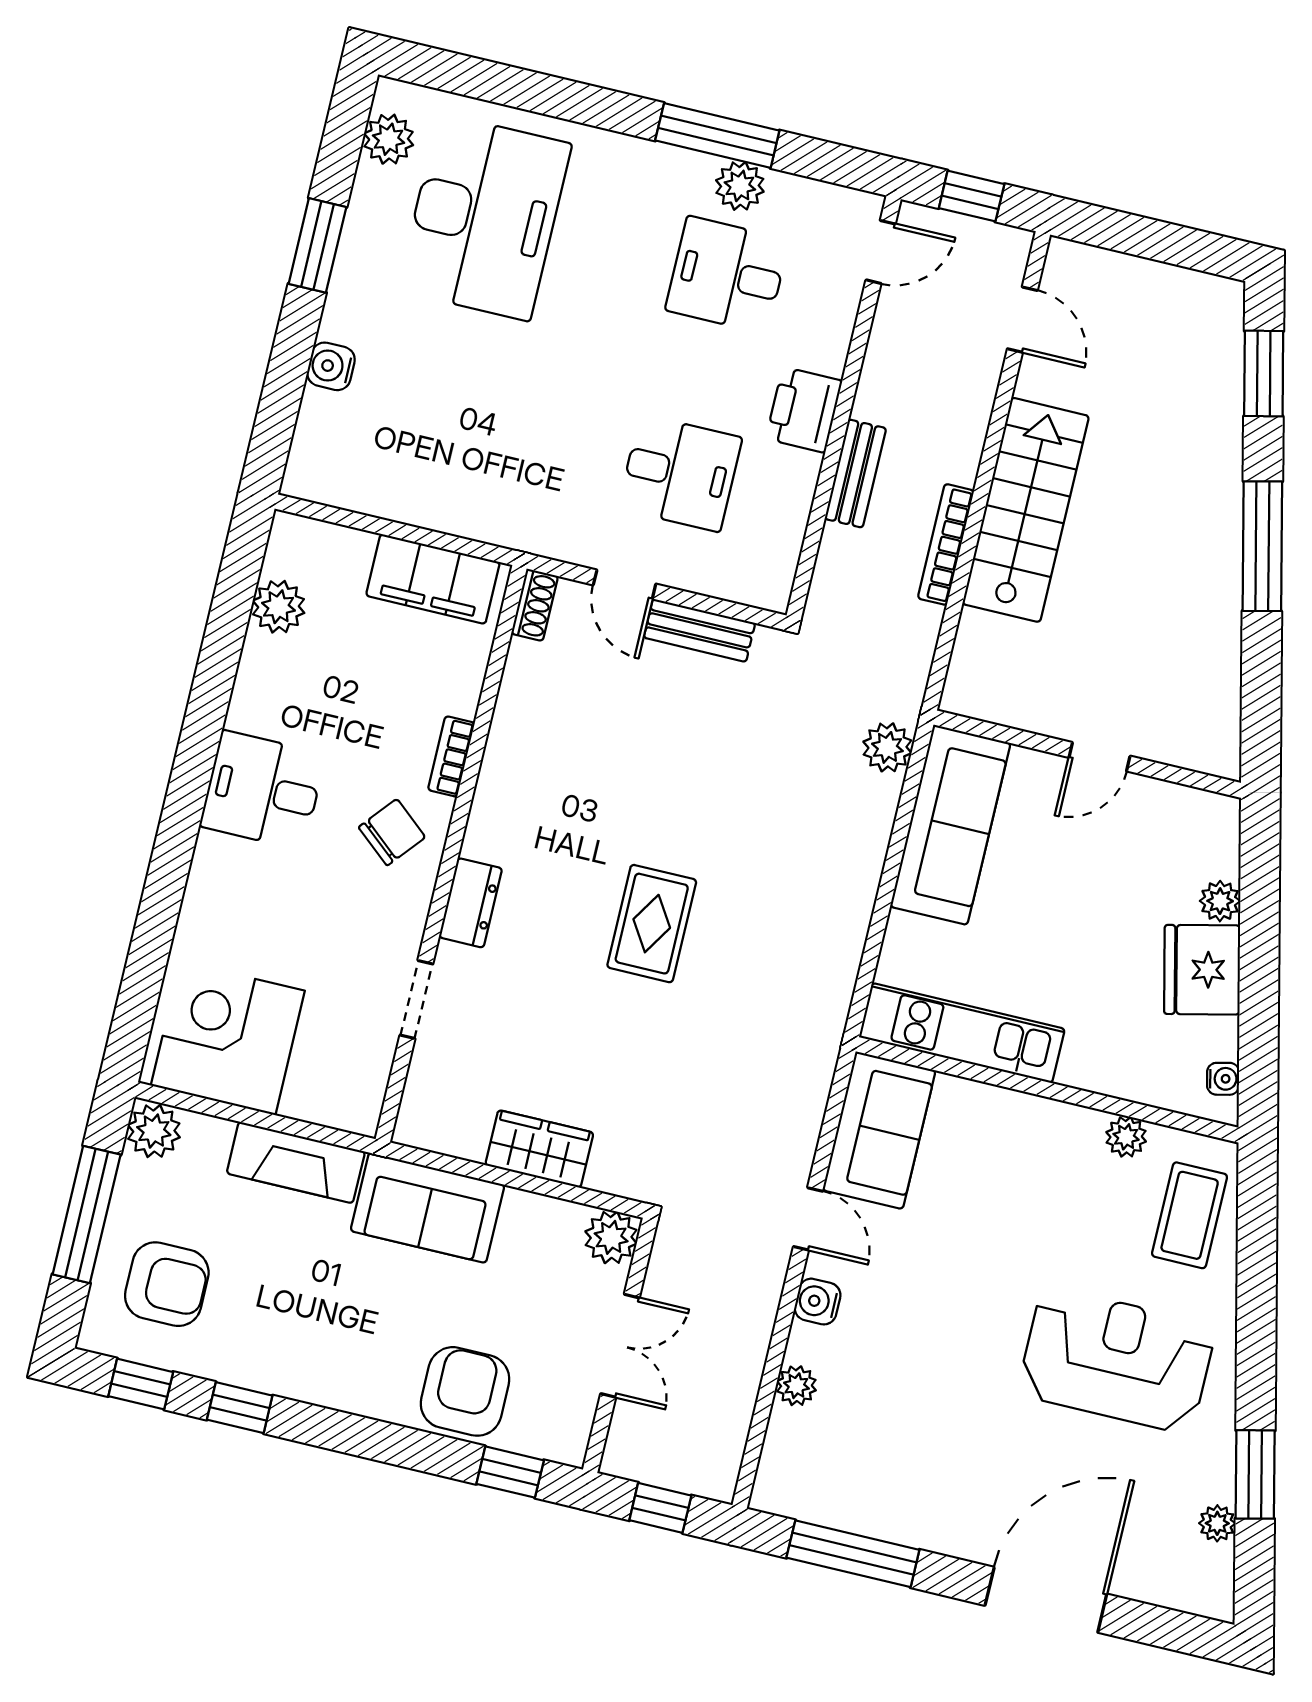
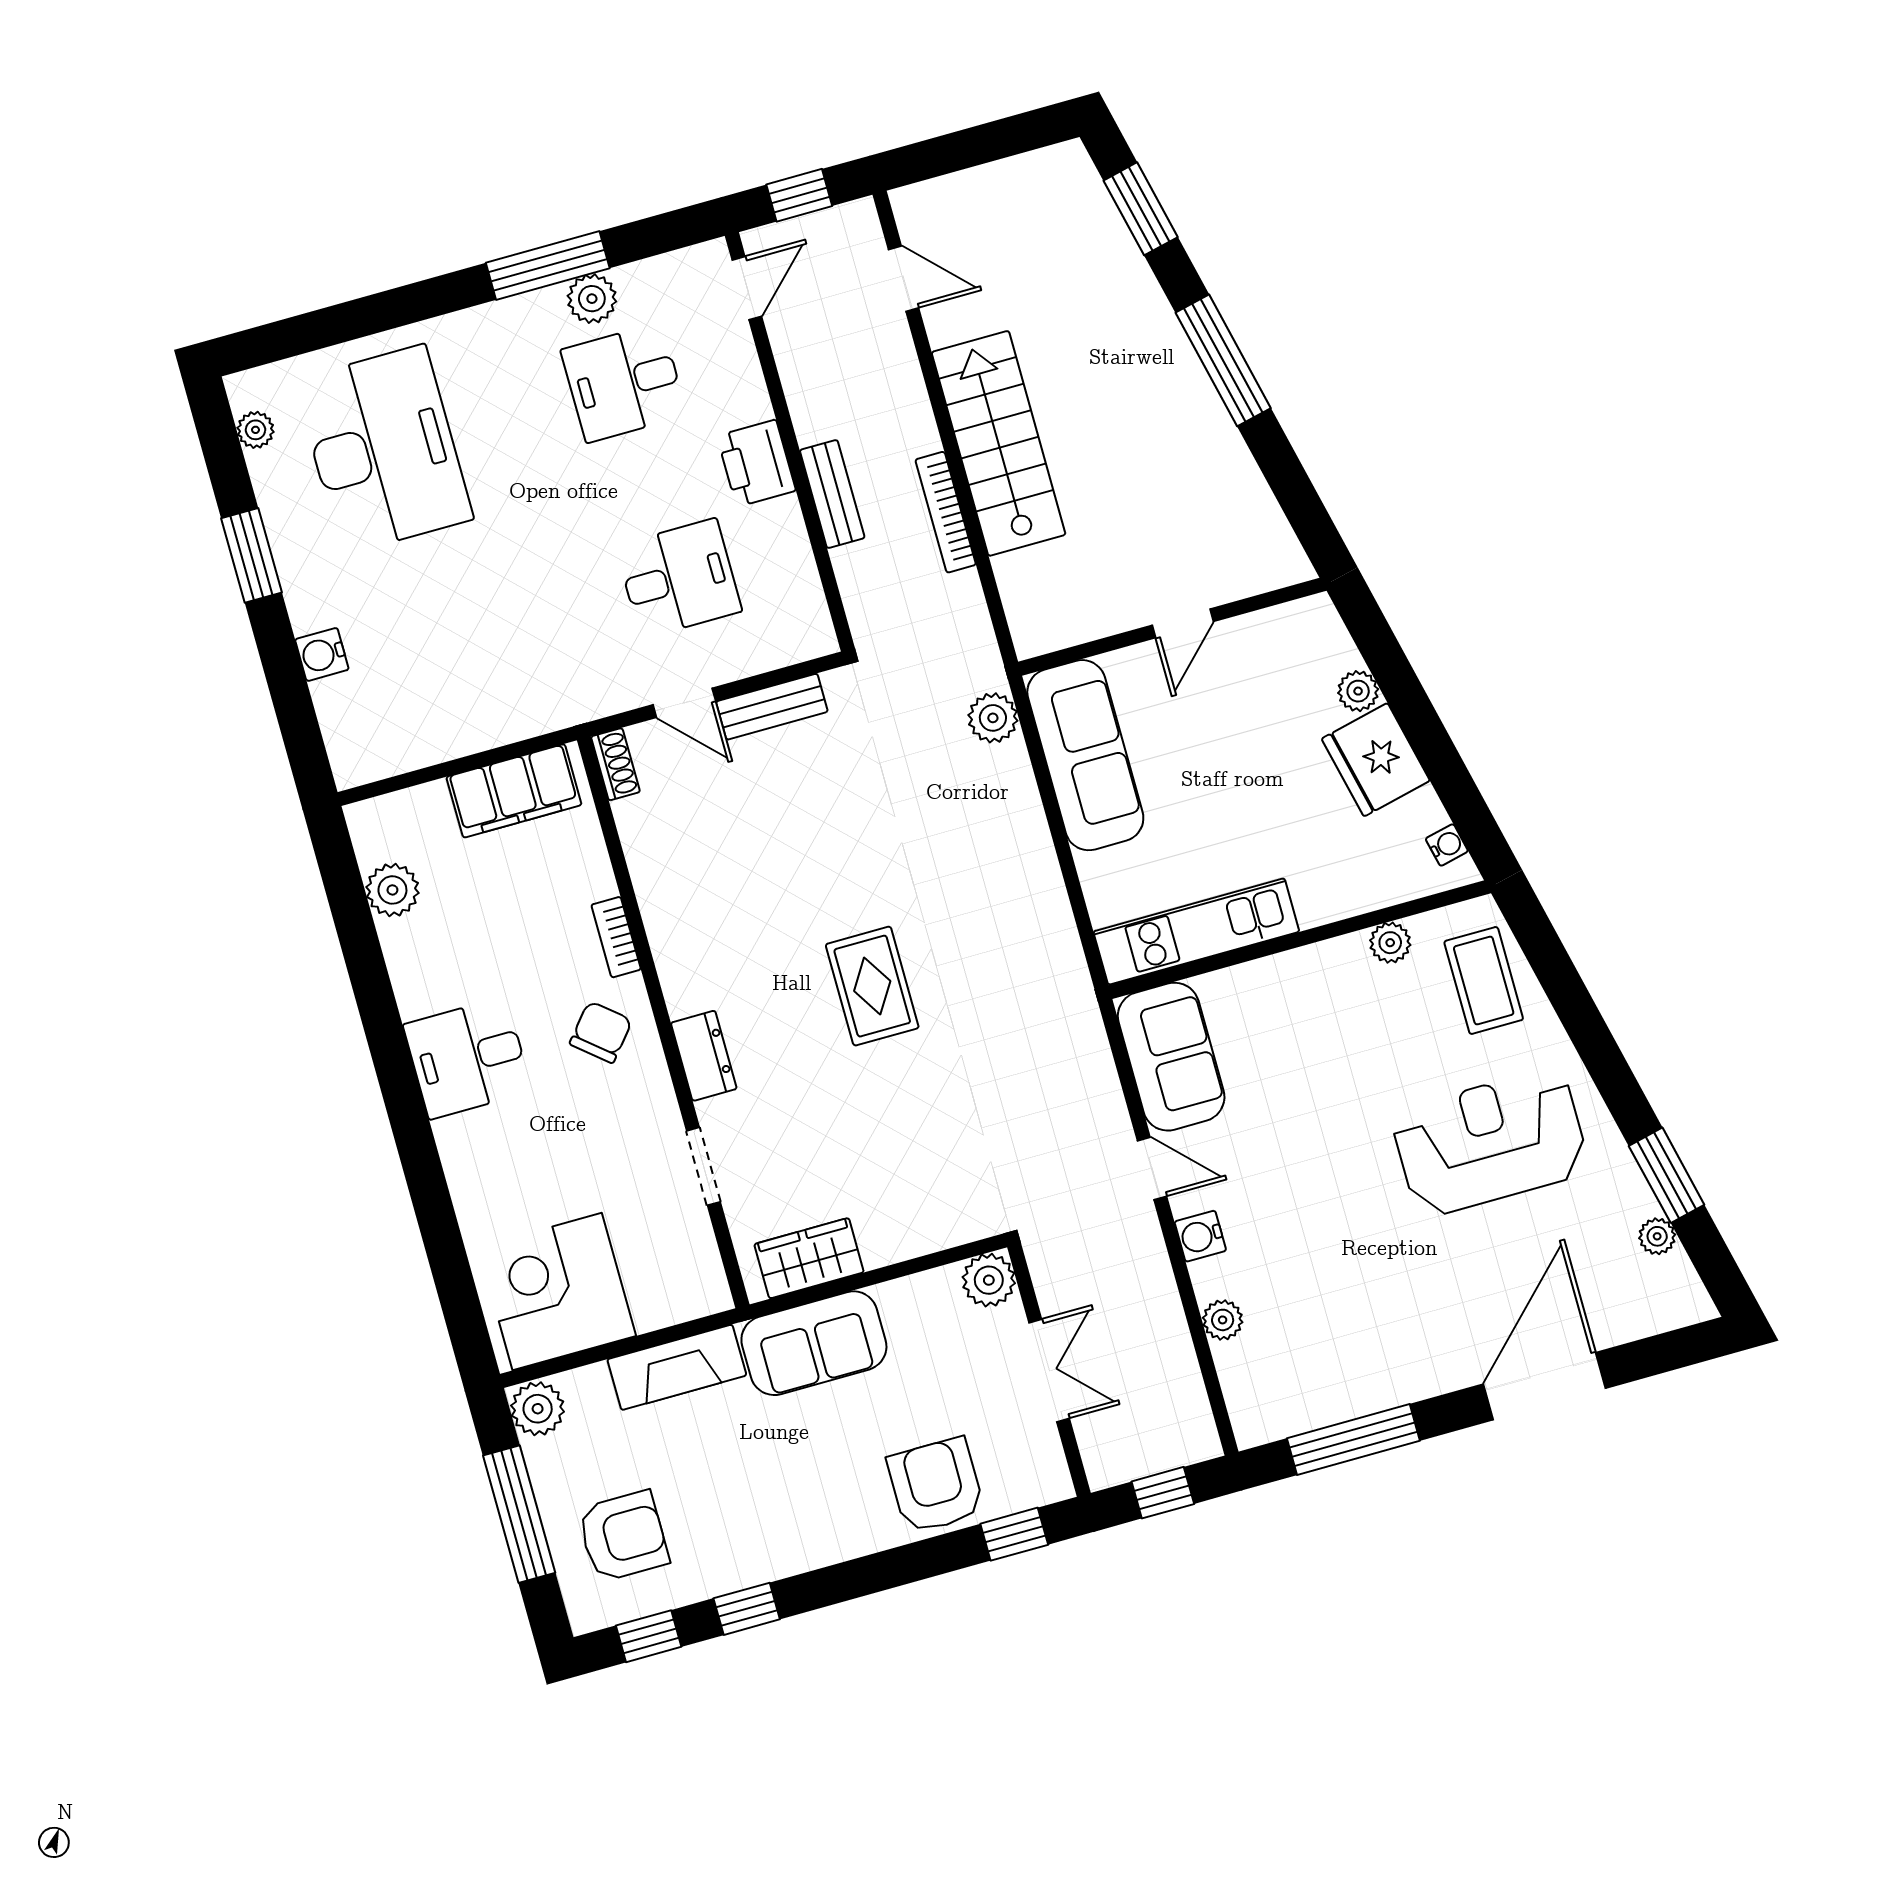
plant: (389, 139) -> (255, 430), width x0.73, depth x0.73
wardrobe: (539, 1149) -> (809, 1258), moved

